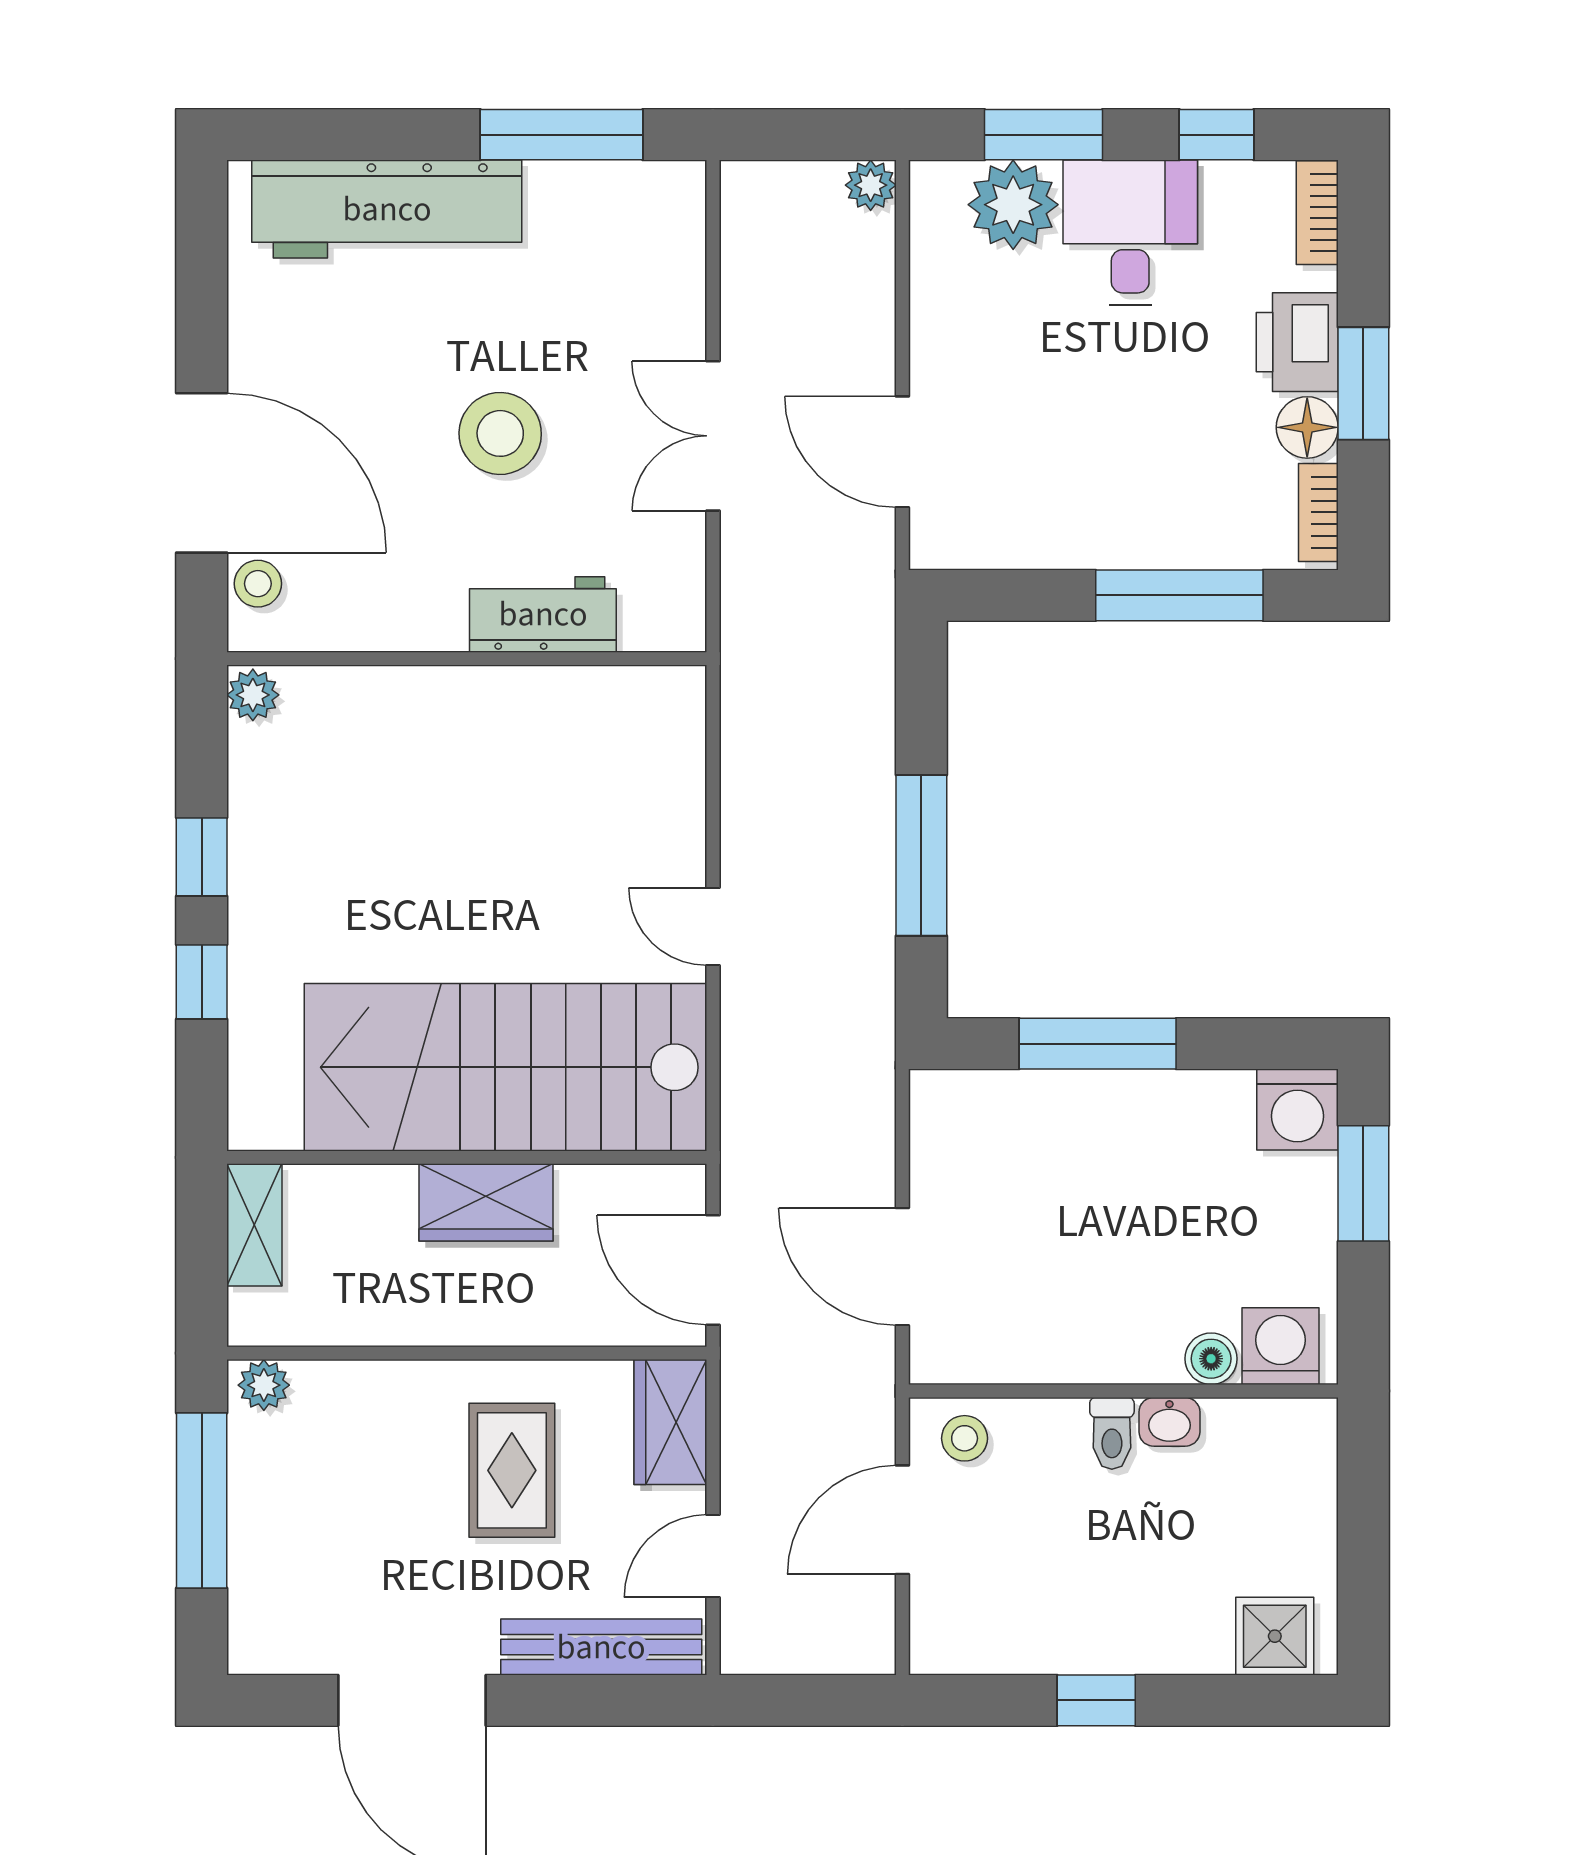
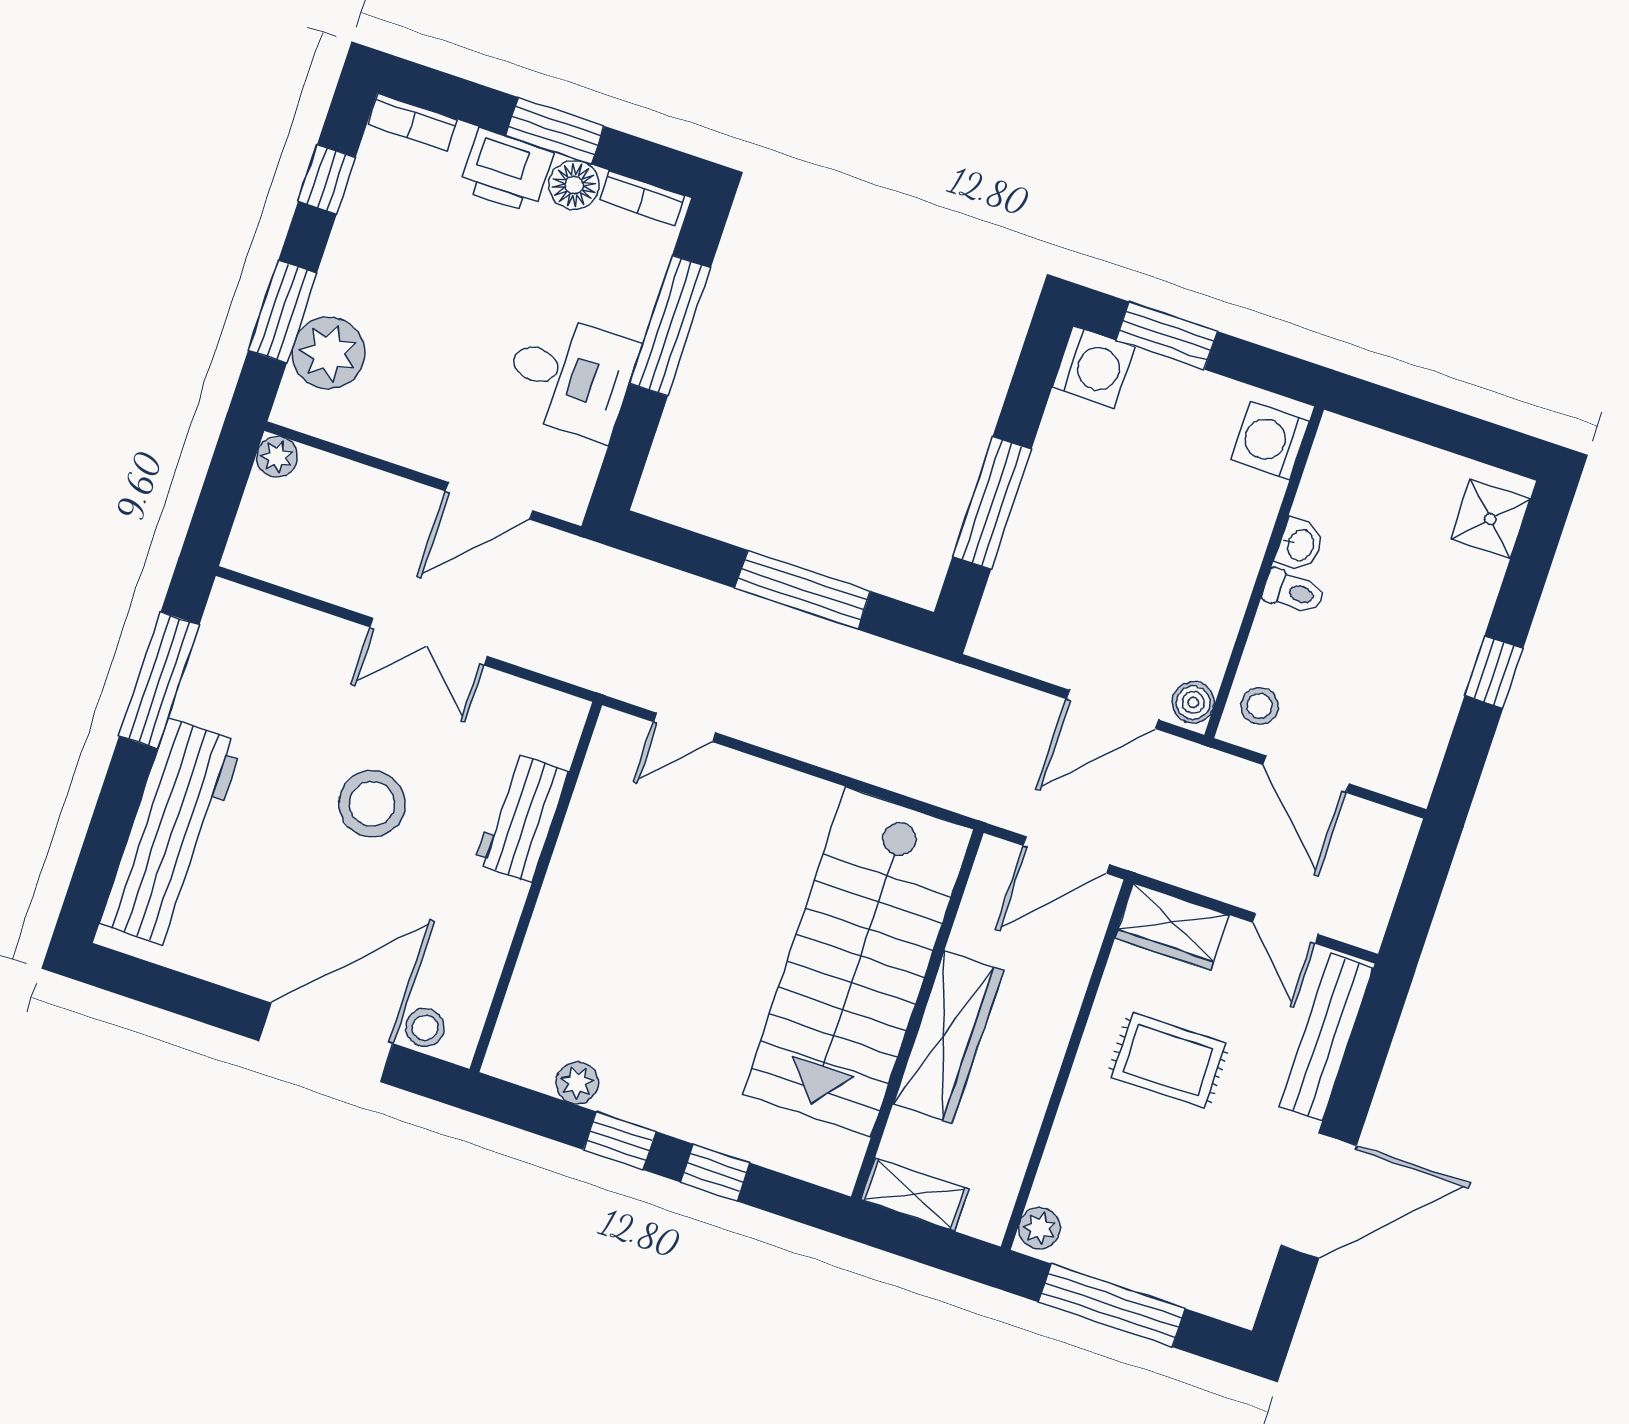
desk: (1130, 232) -> (570, 376), moved, turned 180
plant: (253, 695) -> (577, 1083), moved
door: (713, 926) -> (684, 727), moved
wardrobe: (486, 1202) -> (948, 1037), width x1.50
boiler: (1211, 1359) -> (1193, 702), moved

